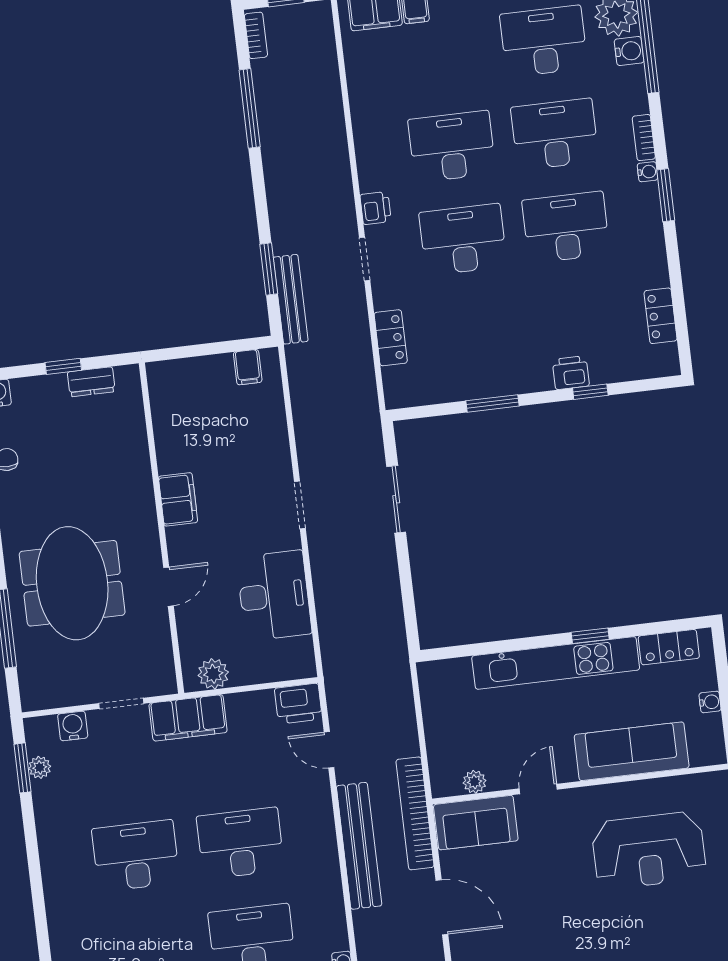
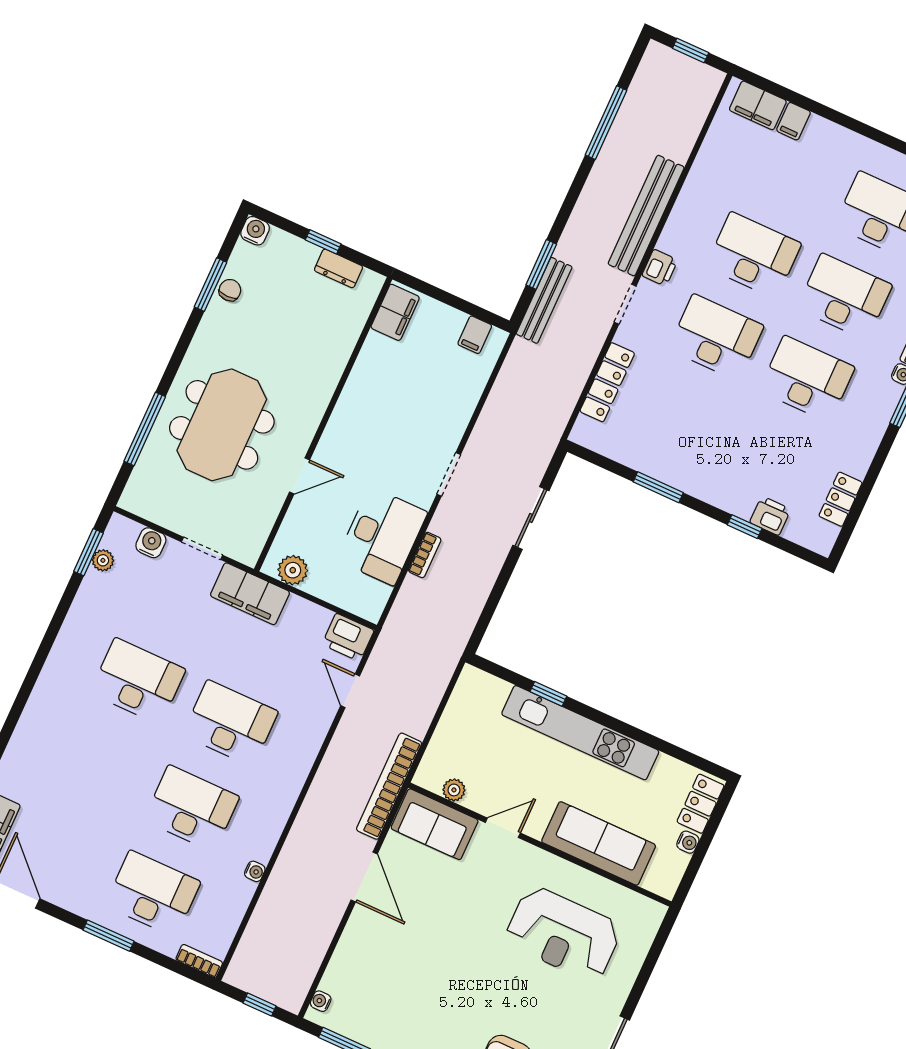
bookcase: (256, 35) -> (425, 555), moved
locker: (391, 338) -> (607, 382), width x1.53
printer: (571, 373) -> (770, 516), moved
filing cabinet: (178, 499) -> (395, 312), moved
window: (590, 636) -> (548, 694), moved
locker: (669, 647) -> (701, 804), moved, turned 90
bench: (359, 846) -> (646, 216), moved

